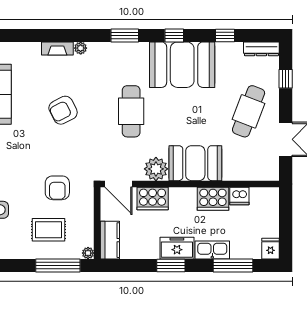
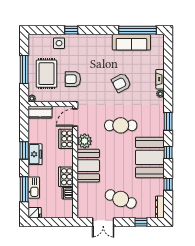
armchair: (63, 110) -> (121, 83), turned -91
rug: (49, 230) -> (46, 74), width x1.36, depth x1.43
kitchen sink: (212, 250) -> (34, 188), moved
window: (58, 265) -> (24, 69), moved

